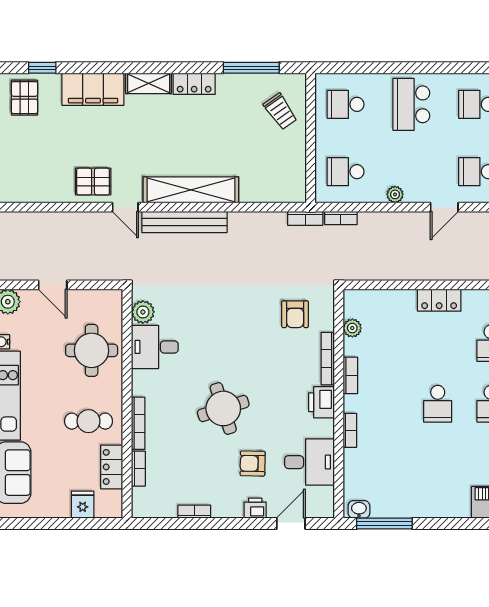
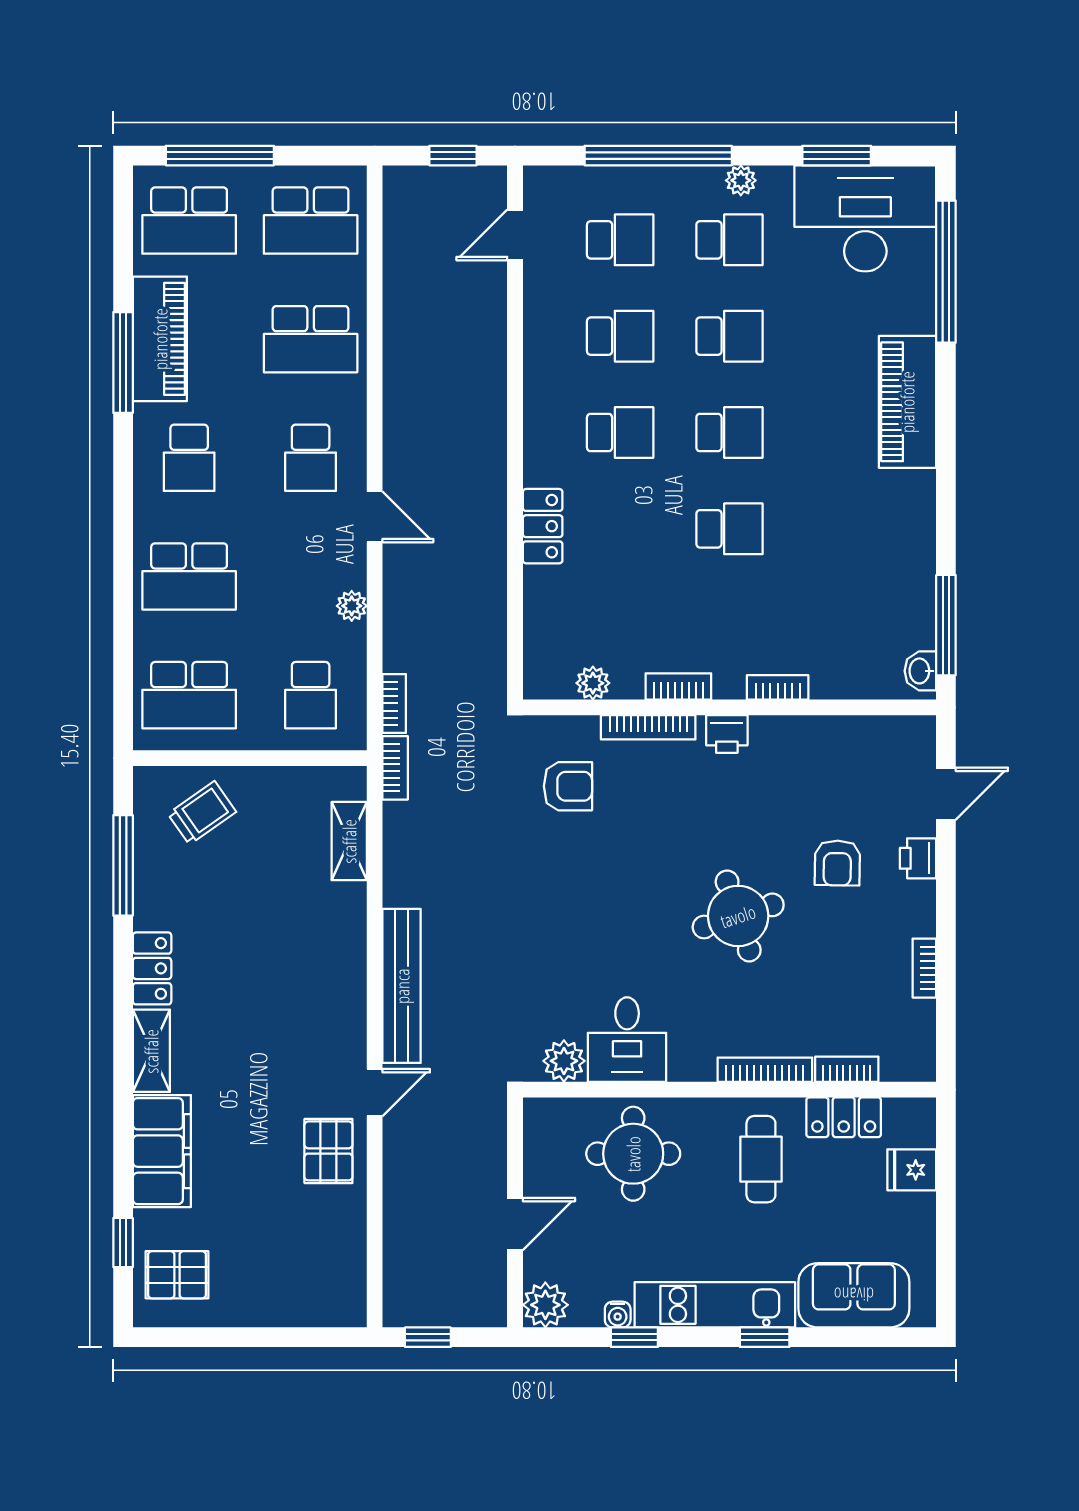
school desk: (346, 104) -> (189, 695), width x1.85
shelving: (191, 190) -> (349, 841), moved, width x0.45, depth x0.75
printer: (321, 402) -> (727, 734), width x0.73, depth x0.81
desk: (309, 462) -> (835, 760), removed
door: (291, 524) -> (946, 794), swing flipped

